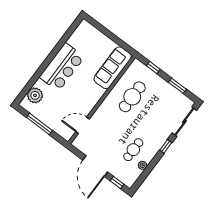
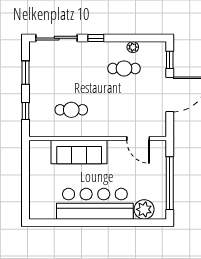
bar counter: (62, 67) -> (95, 204), width x1.36
sofa: (113, 68) -> (79, 152), moved
cafe table: (132, 97) -> (71, 110), width x0.73, depth x0.74
window: (39, 124) -> (170, 183), width x1.46

